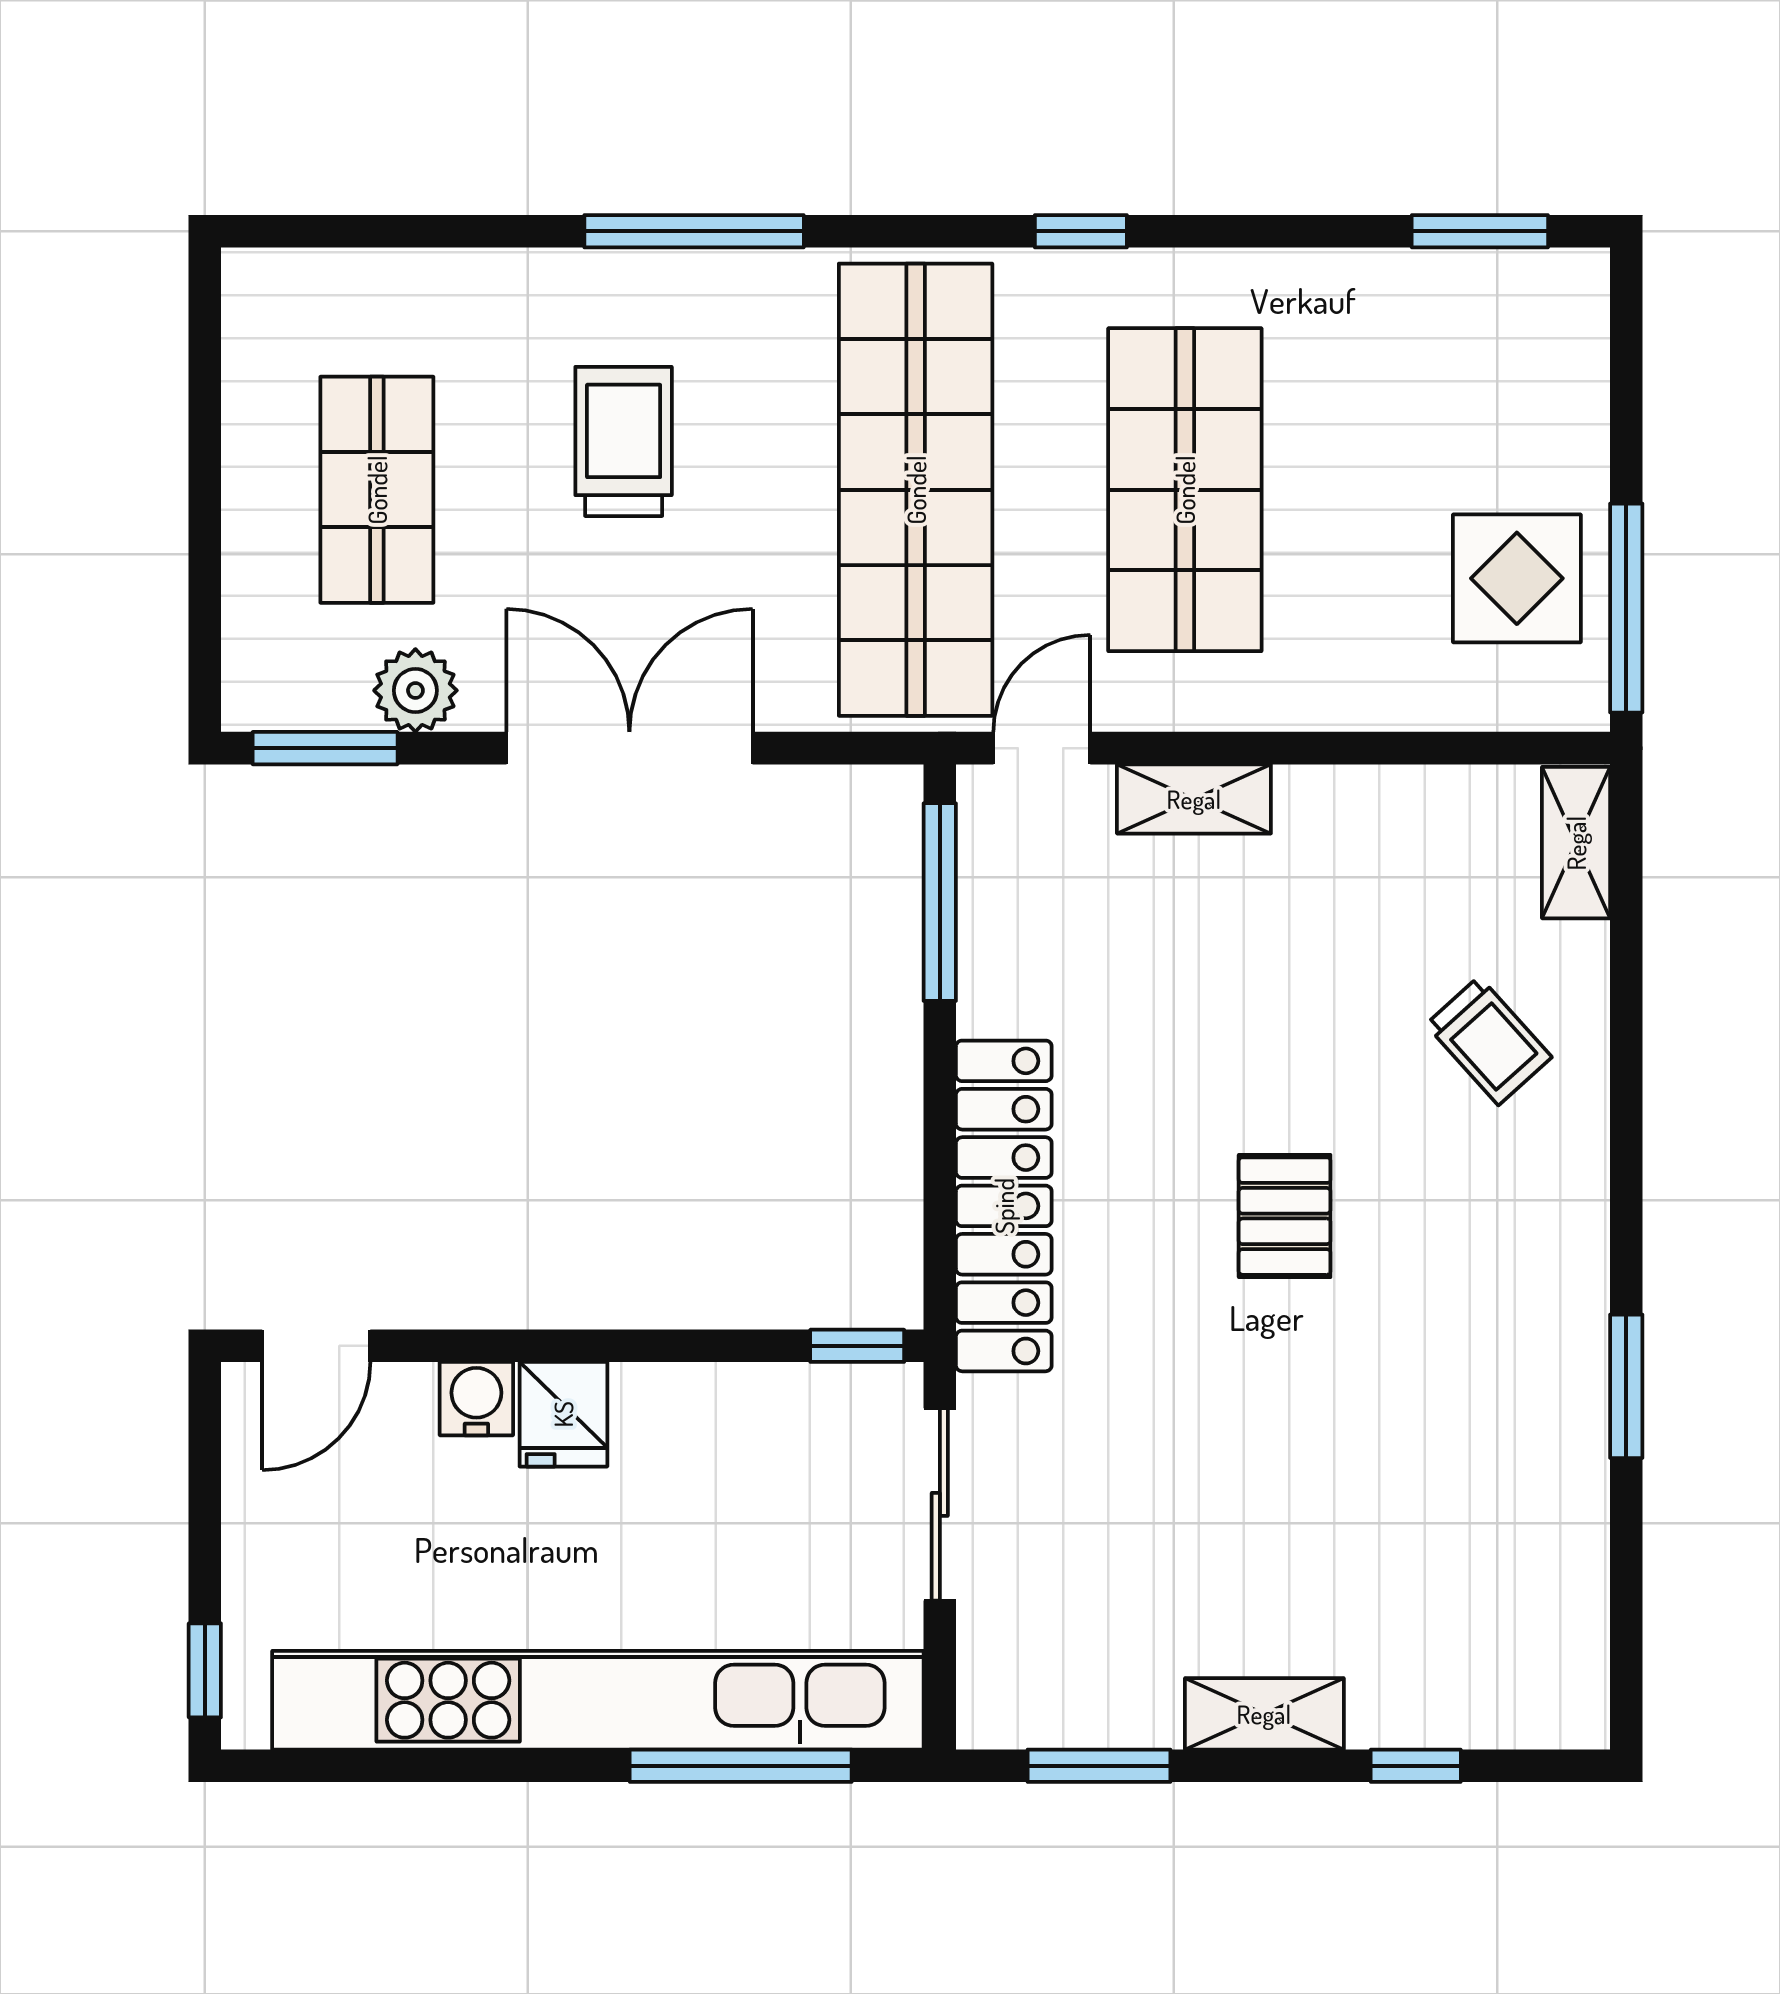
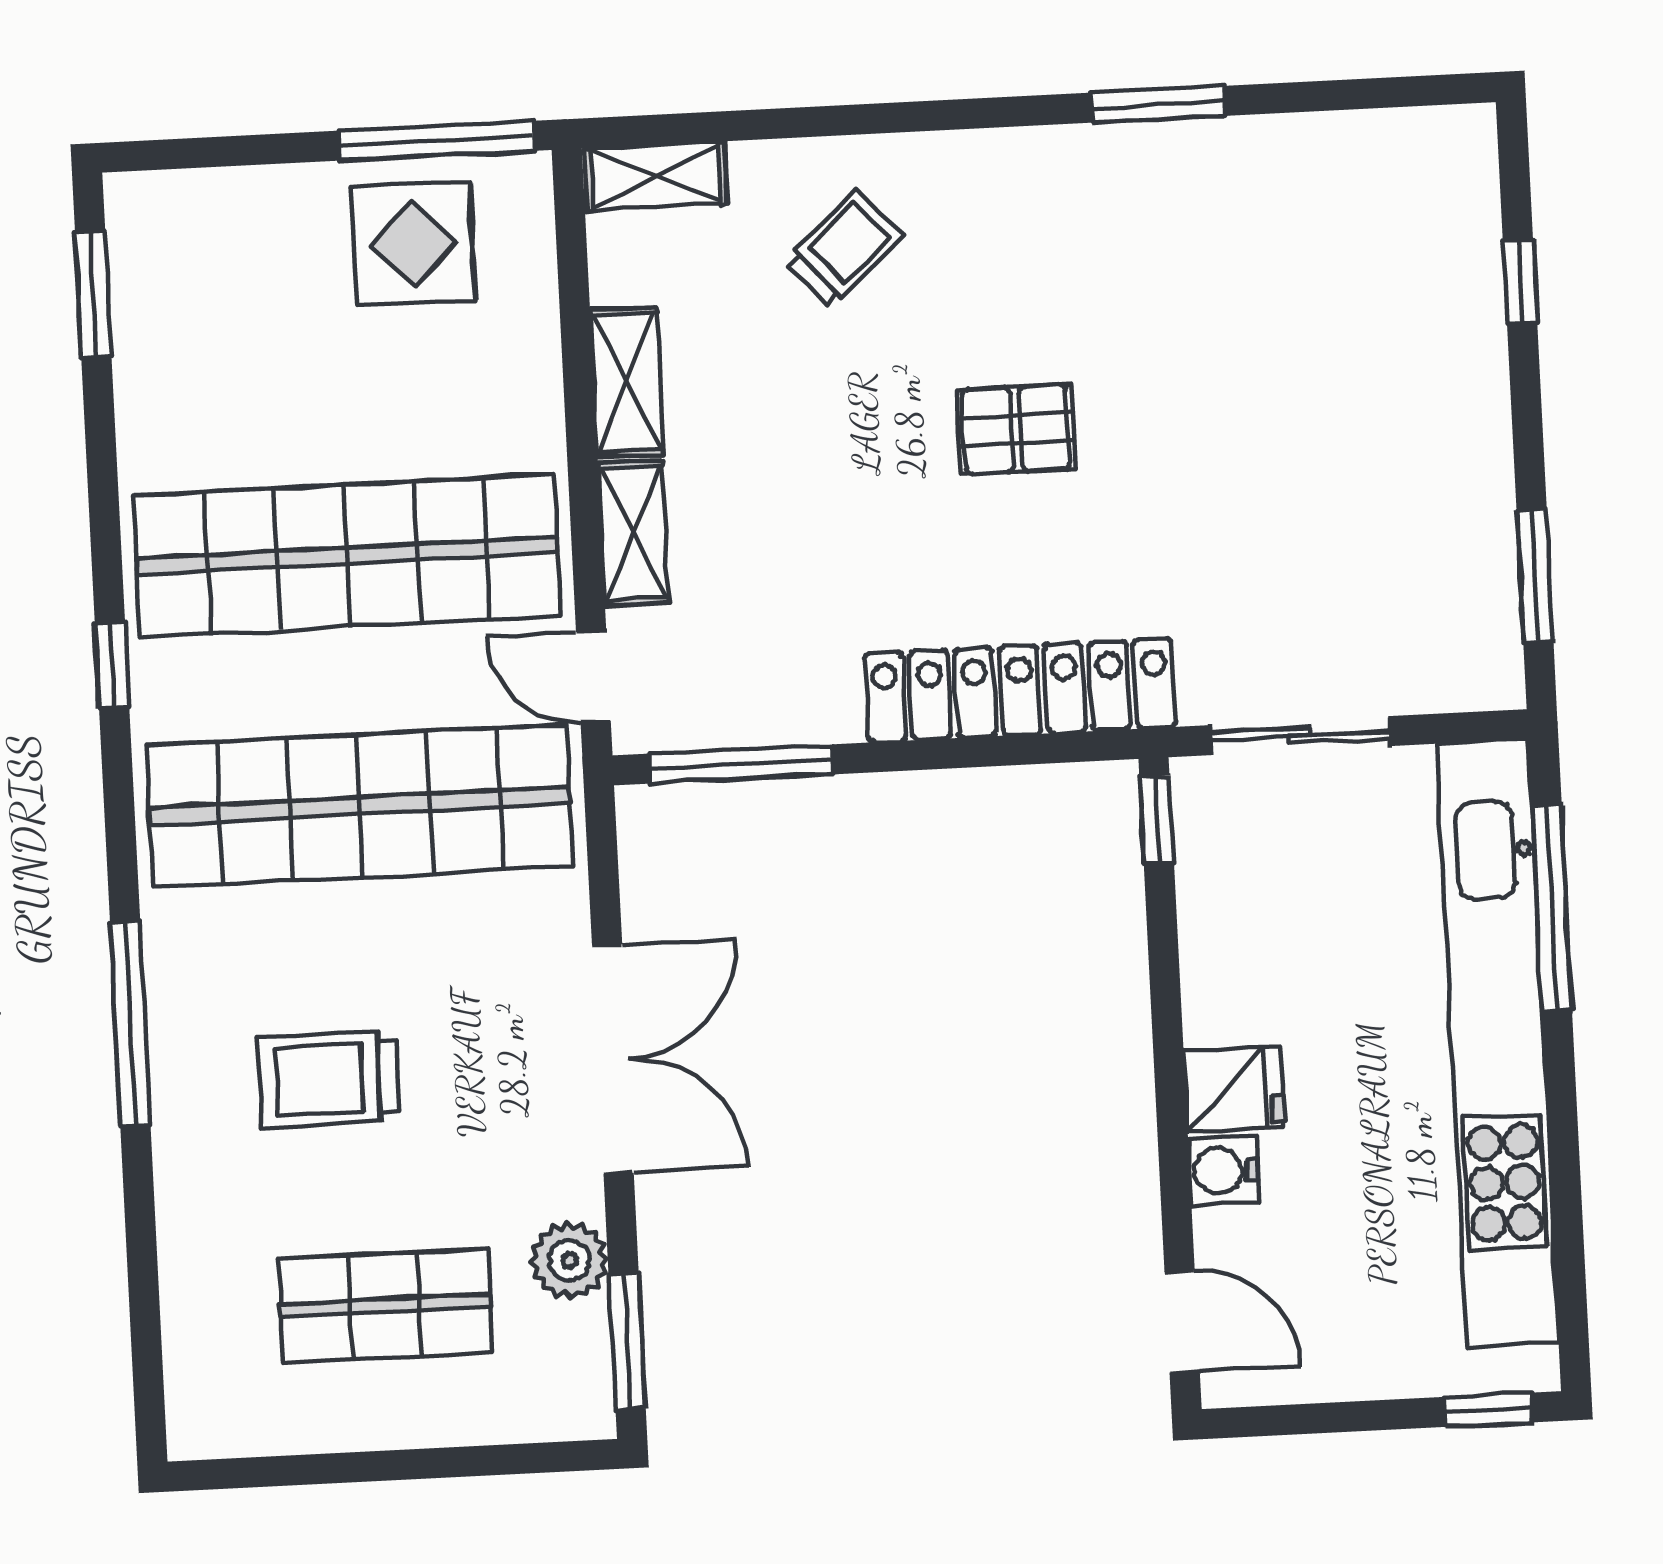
shop shelf: (1185, 490) -> (347, 556), width x1.40
double door: (629, 748) -> (613, 1059), swing flipped
shelving: (1264, 1714) -> (627, 382), moved

